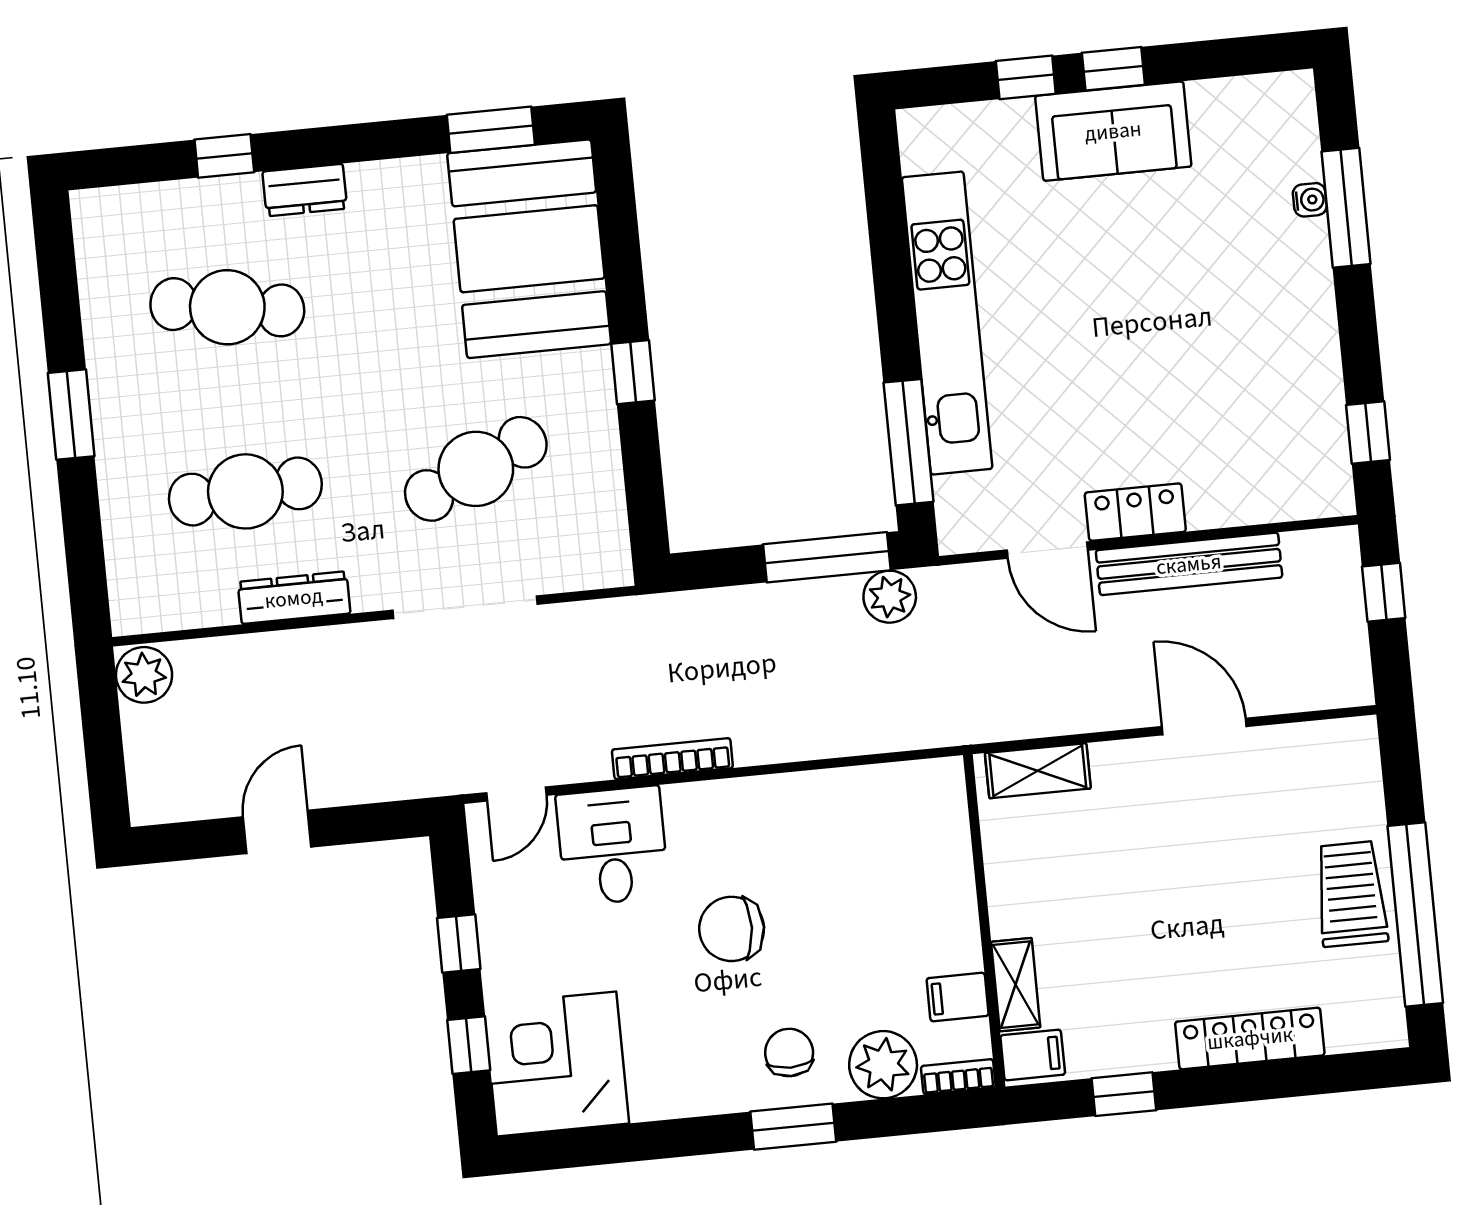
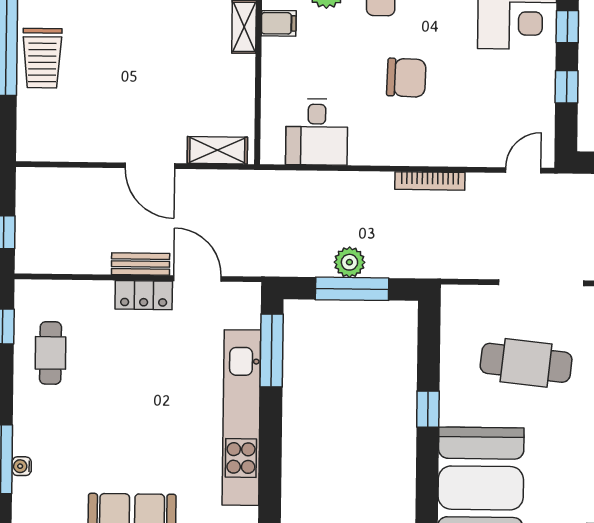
cafe table: (1282, 397) -> (51, 353), added
cafe table: (476, 469) -> (526, 363), turned 30
window: (827, 557) -> (352, 289), moved
bench: (1189, 564) -> (141, 264), width x0.54, depth x0.82
plant: (890, 597) -> (349, 262), moved
door: (1204, 727) -> (150, 166), moved
desk: (612, 846) -> (317, 132), moved

